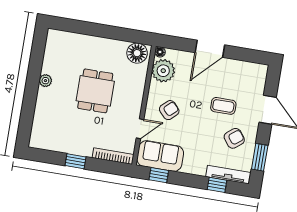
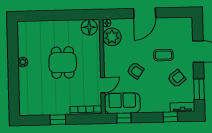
armchair: (169, 110) -> (135, 71), moved, turned 79
tv unit: (228, 175) -> (182, 107), width x0.71

